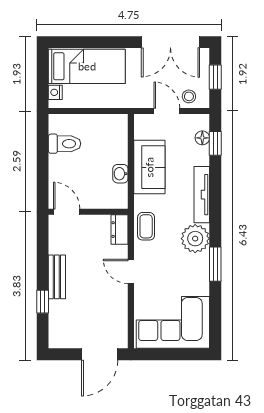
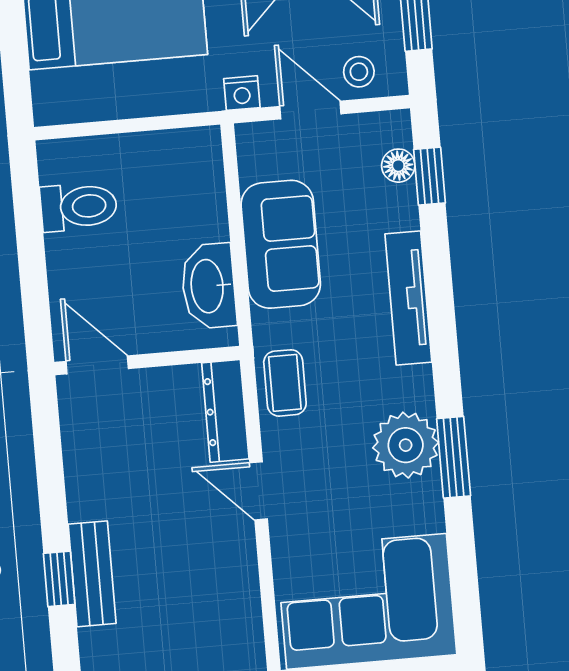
nightstand: (55, 92) -> (242, 93), moved, turned -90
washbasin: (120, 174) -> (209, 286), width x1.91, depth x1.45
dresser: (120, 230) -> (225, 411), width x1.44
plant: (195, 239) -> (406, 445), moved
bench: (57, 277) -> (92, 574), moved

